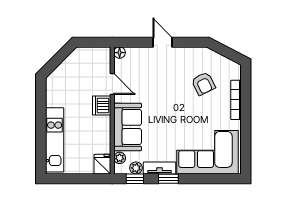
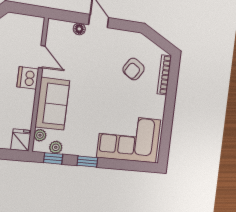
floor lamp: (120, 53) -> (79, 29), moved
armchair: (203, 84) -> (134, 69), turned 59
bookcase: (236, 100) -> (164, 75), moved
tv unit: (160, 168) -> (80, 150), removed

